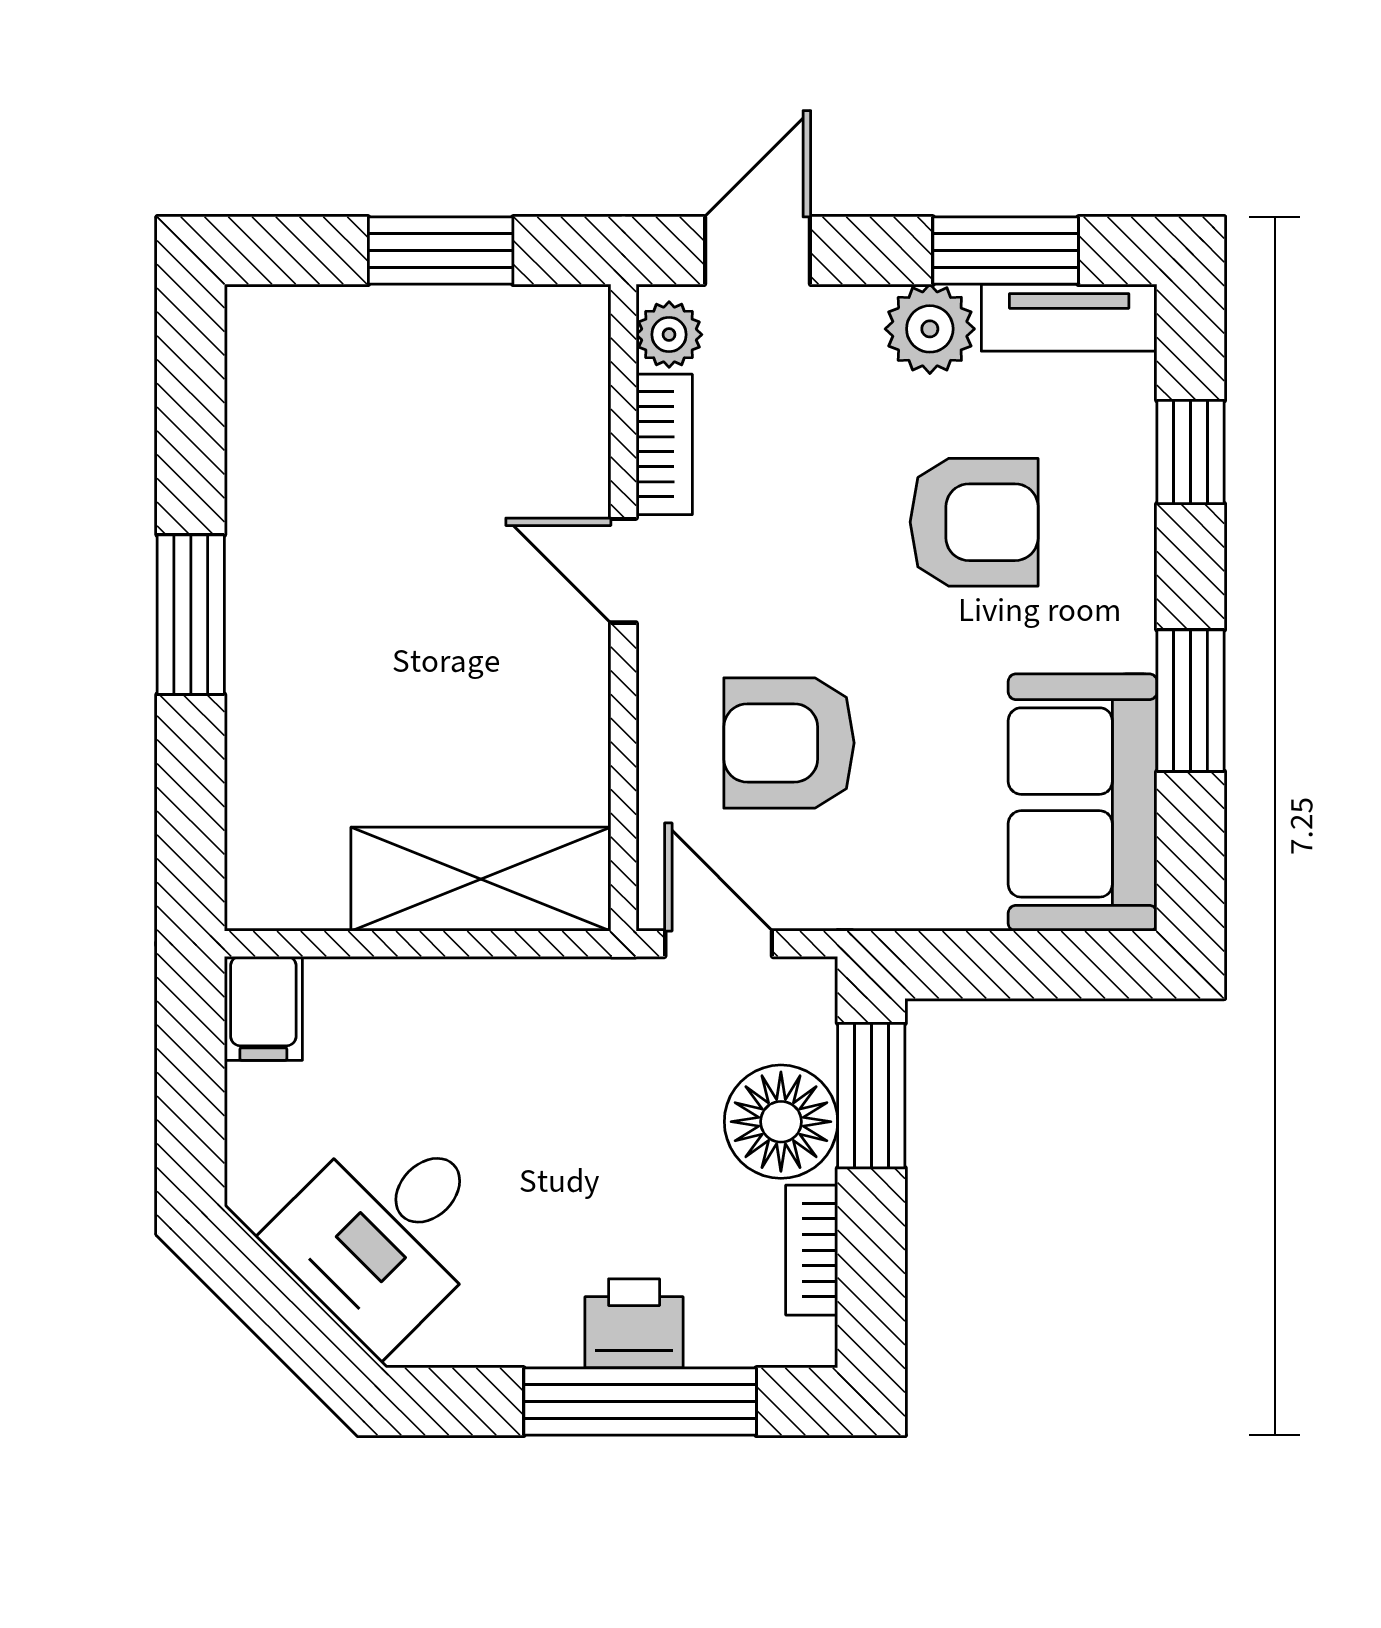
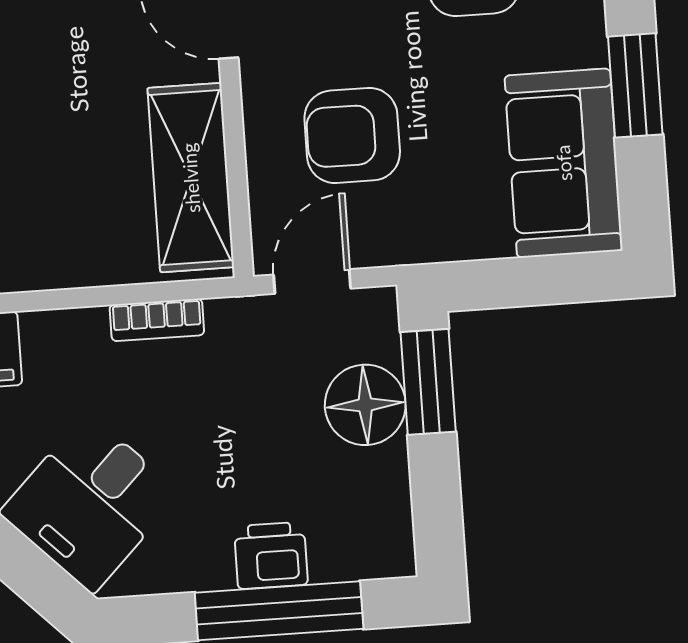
shelving: (481, 879) -> (191, 178), moved, turned 90
door: (719, 944) -> (312, 282), hinge flipped
bookcase: (812, 1250) -> (157, 320), moved, turned -90

